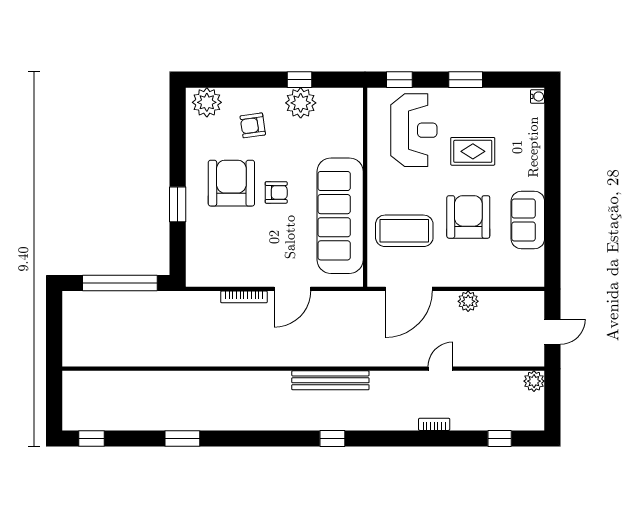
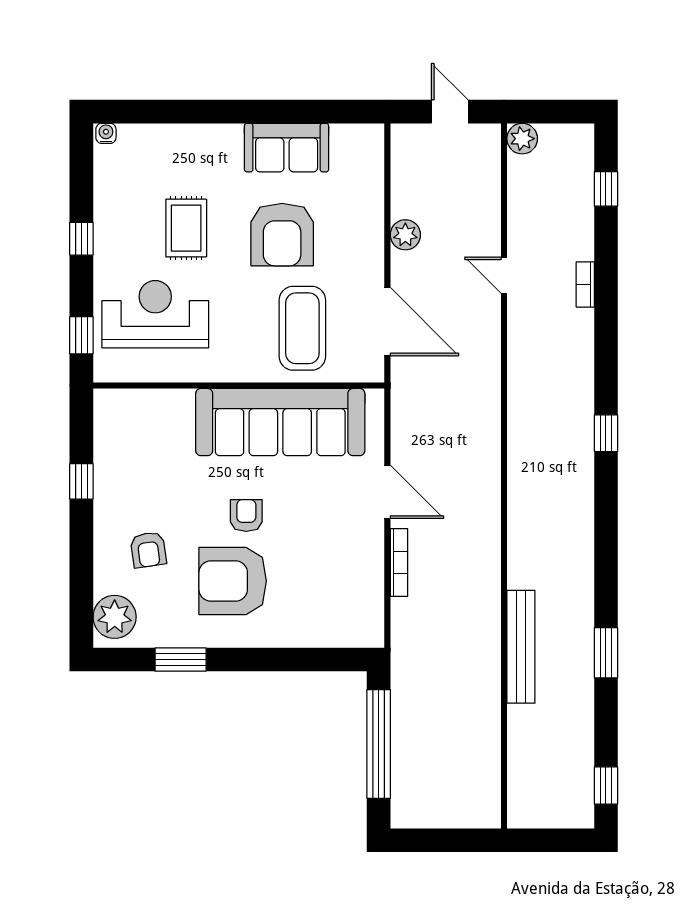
window: (466, 80) -> (81, 239), width x0.67
plant: (301, 103) -> (115, 480), removed
window: (178, 204) -> (181, 660), moved
armchair: (468, 217) -> (282, 235), turned -90
bench: (330, 380) -> (521, 647), moved

